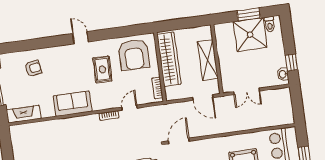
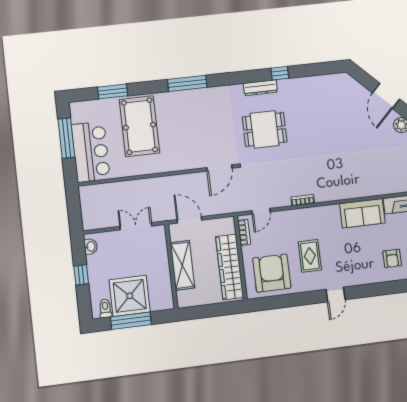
window: (249, 14) -> (131, 321), width x1.44
door: (80, 38) -> (336, 295), hinge flipped
window: (291, 63) -> (81, 275), moved
armchair: (33, 68) -> (392, 258), turned -80
sofa: (73, 104) -> (362, 213), moved
door: (129, 108) -> (261, 211), moved

